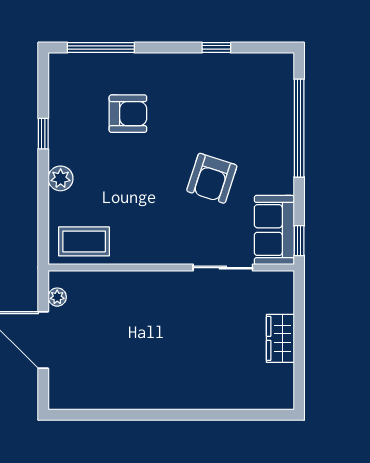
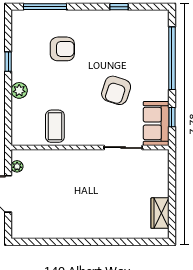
coffee table: (84, 241) -> (55, 126), moved, turned 90
window: (299, 241) -> (172, 117), moved
wardrobe: (280, 338) -> (160, 213), moved

